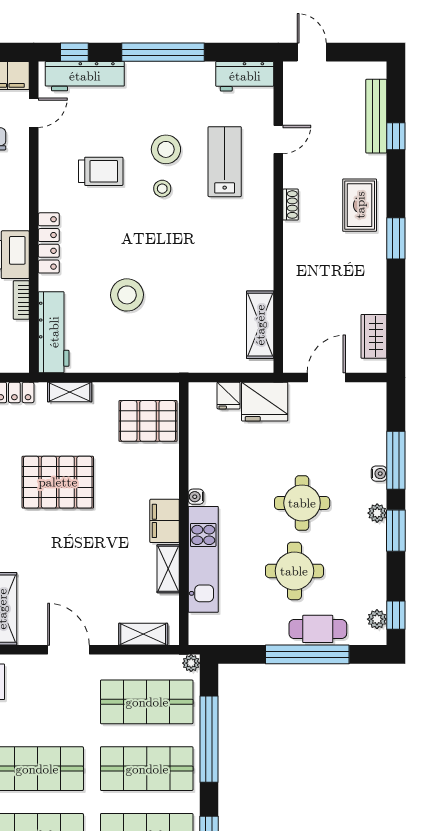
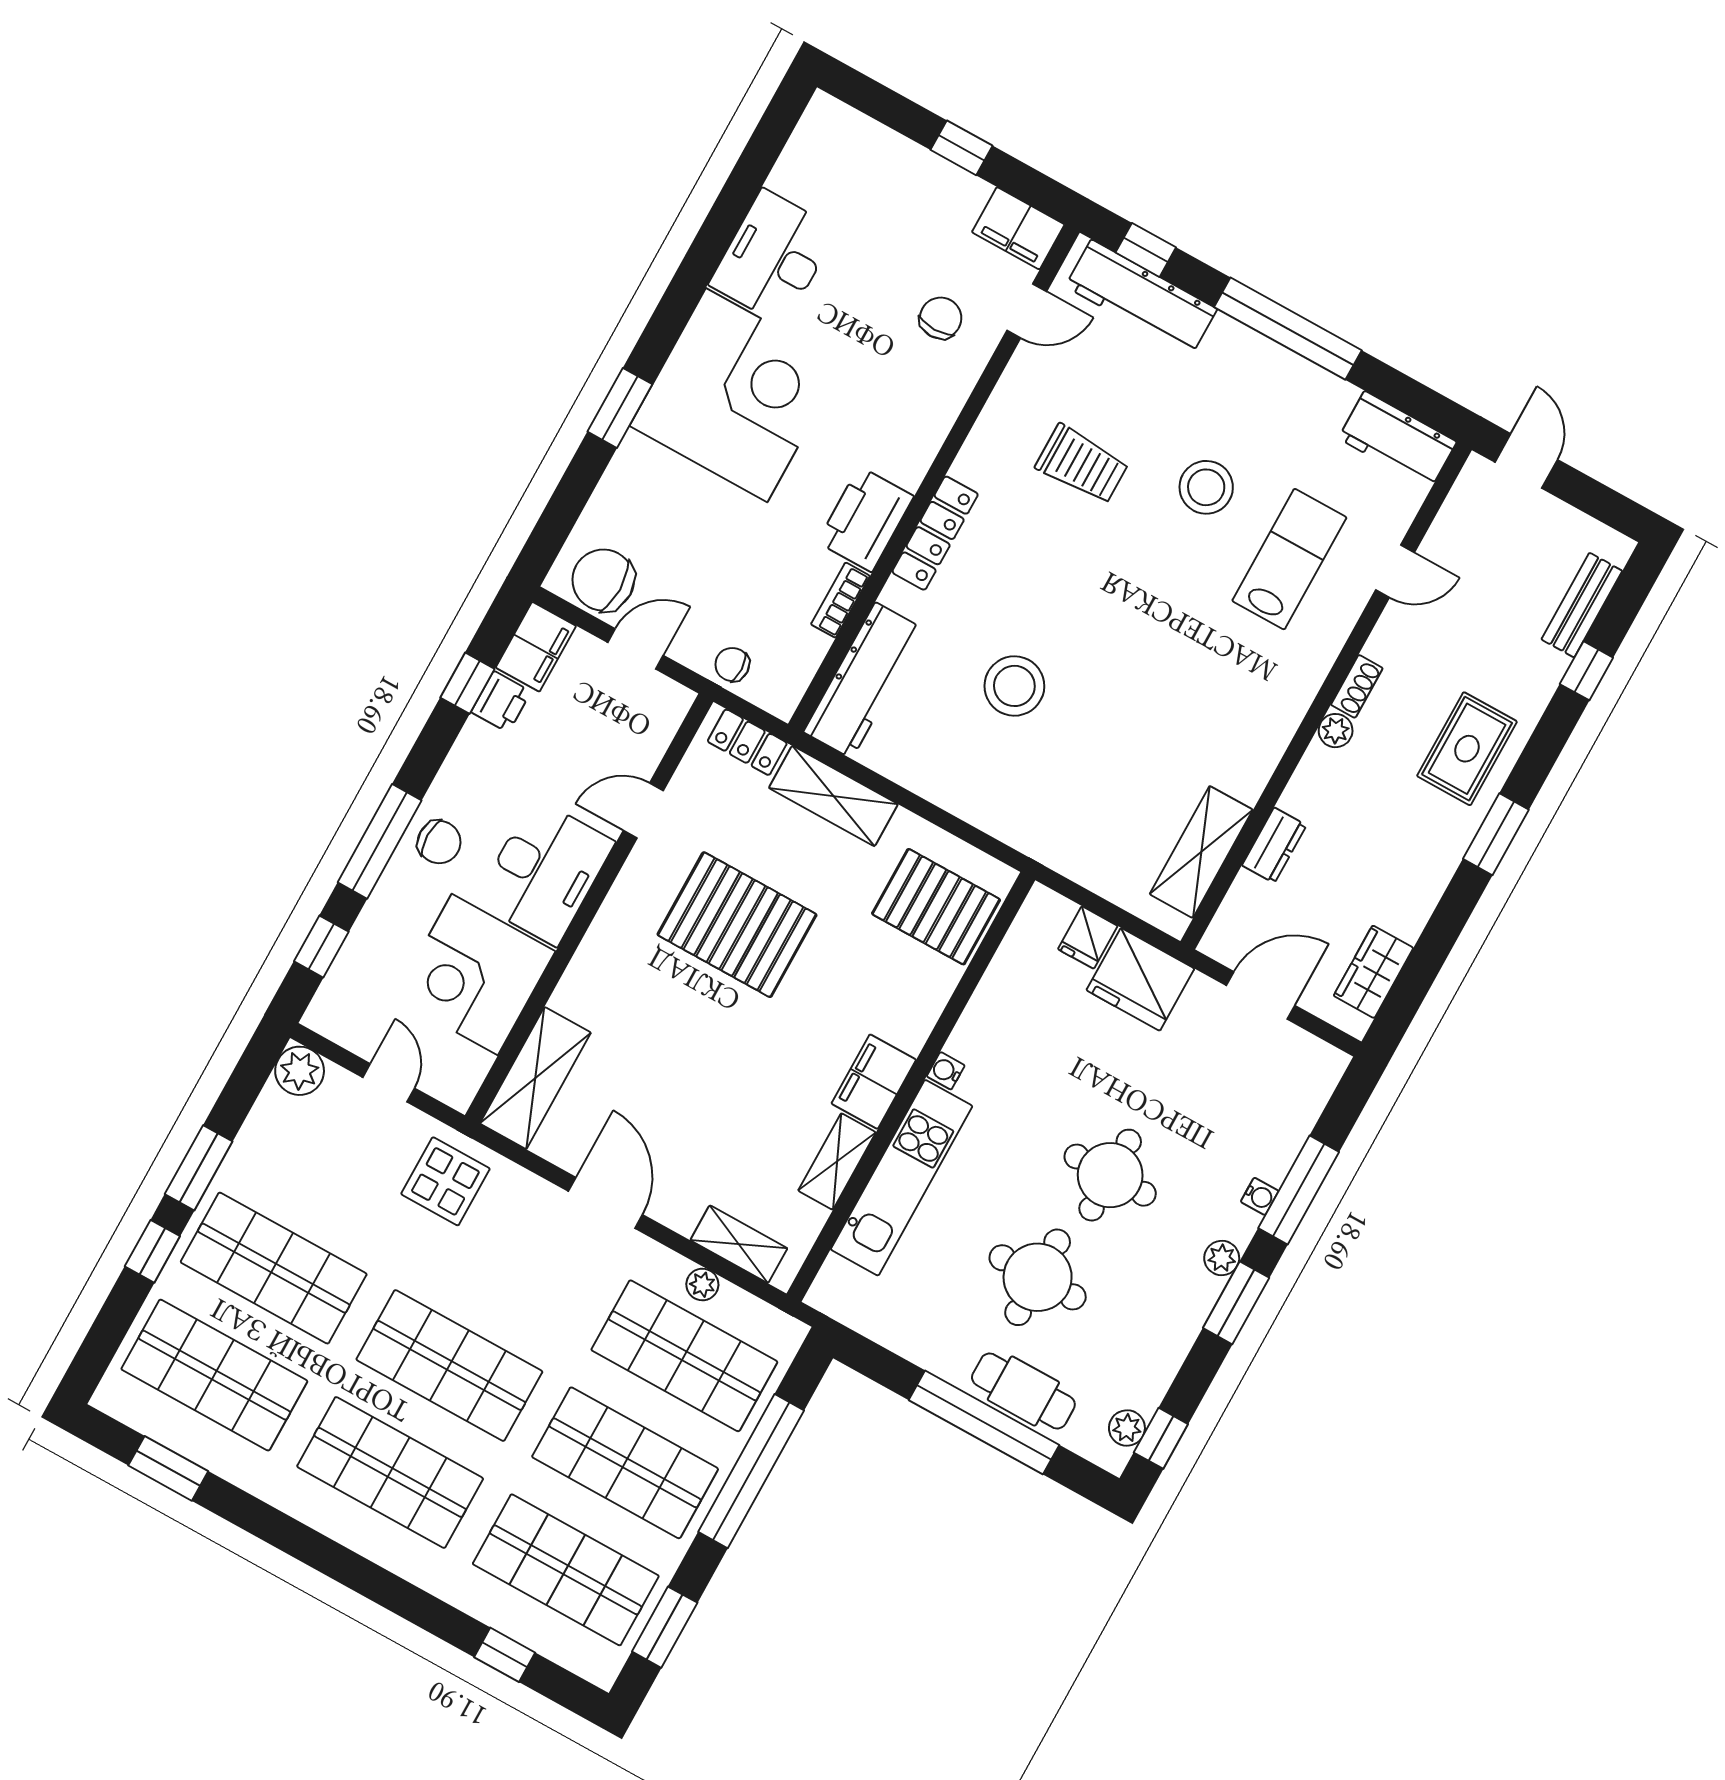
bench: (376, 116) -> (1582, 605), width x0.73
stool: (162, 189) -> (1165, 547), removed
plant: (292, 231) -> (1336, 731), added
dresser: (293, 302) -> (1274, 845), added
shelving: (70, 392) -> (833, 796), width x1.50, depth x1.33
plant: (191, 663) -> (702, 1285), moved

